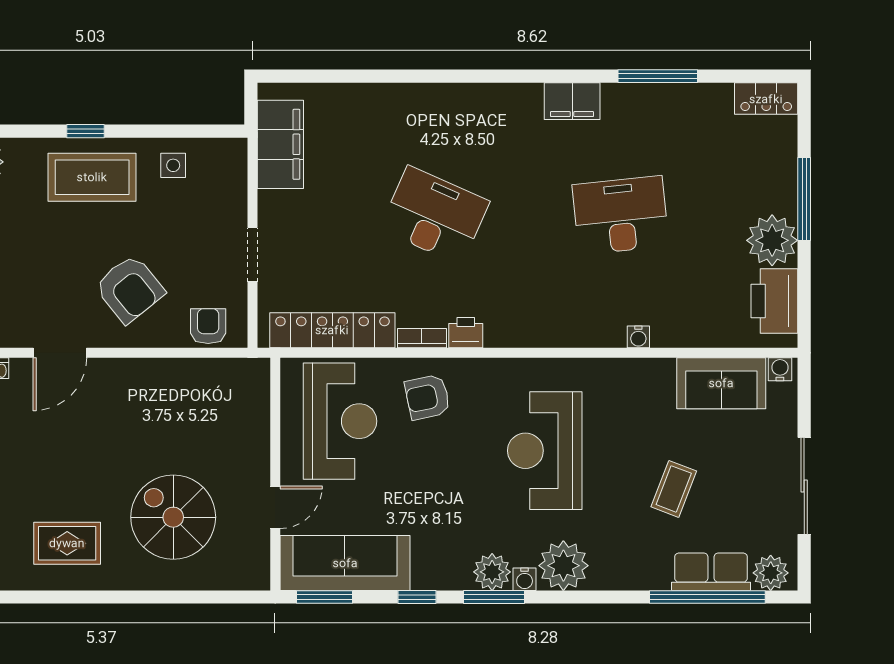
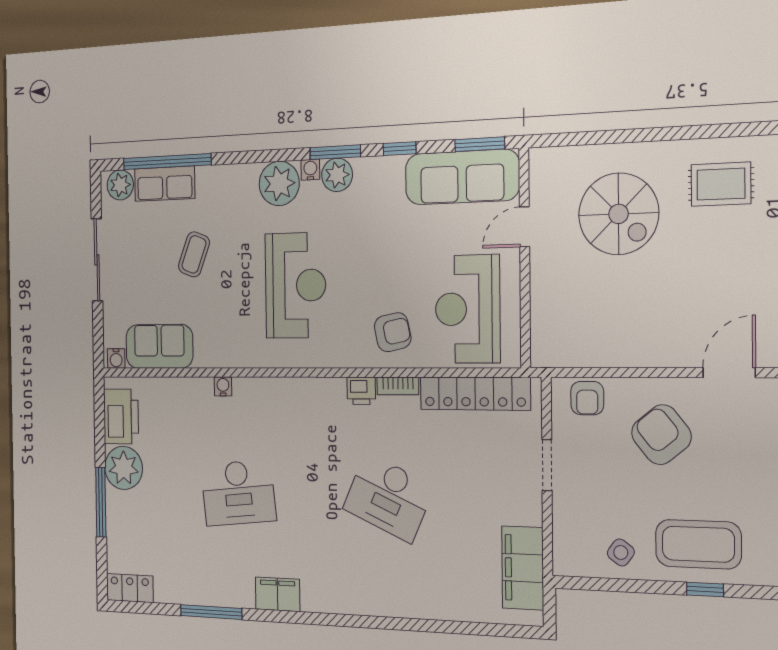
side table: (173, 165) -> (621, 553), turned 36

